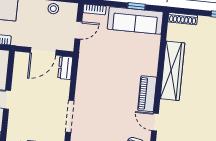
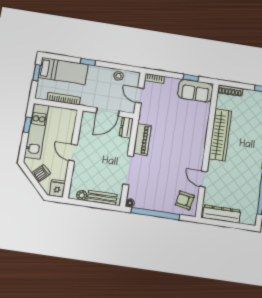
sofa: (135, 20) -> (195, 91), width x0.73
door: (78, 30) -> (139, 95), swing flipped
piano: (147, 94) -> (142, 139), moved, turned 180

